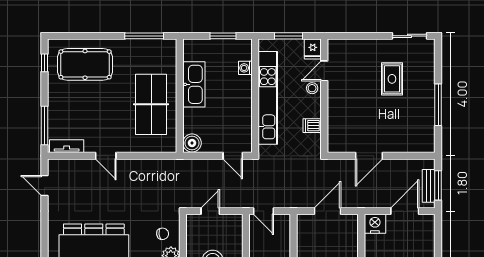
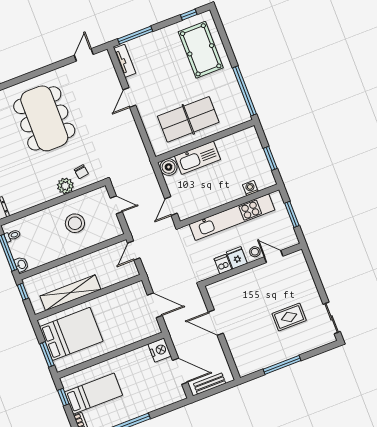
window: (144, 36) -> (244, 91), width x1.46
fridge: (313, 49) -> (237, 258), moved, turned 90
kitchen sink: (194, 84) -> (198, 158), moved
window: (438, 185) -> (213, 391), removed

